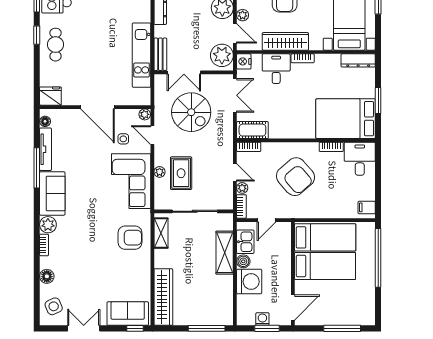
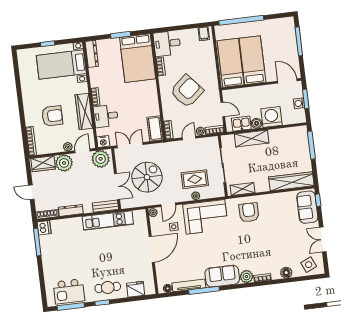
fridge: (50, 96) -> (136, 289), moved, turned 90

